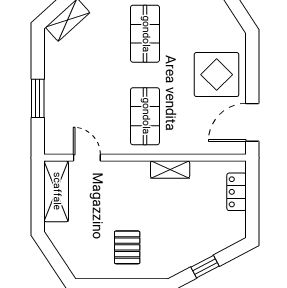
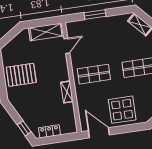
locker: (237, 192) -> (49, 131), moved
pallet: (127, 247) -> (21, 75), width x1.50, depth x1.42
window: (205, 267) -> (24, 128), moved

